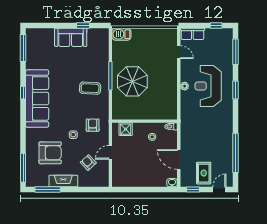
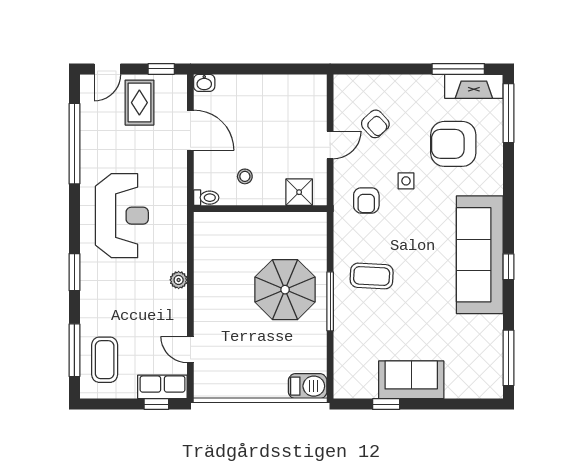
window: (216, 25) -> (156, 404), moved
coffee table: (221, 47) -> (105, 360), added
reception desk: (208, 86) -> (122, 216), moved
fireplace: (63, 181) -> (474, 86), moved

